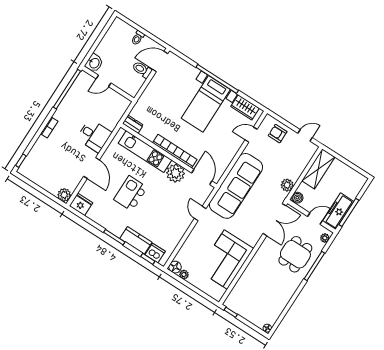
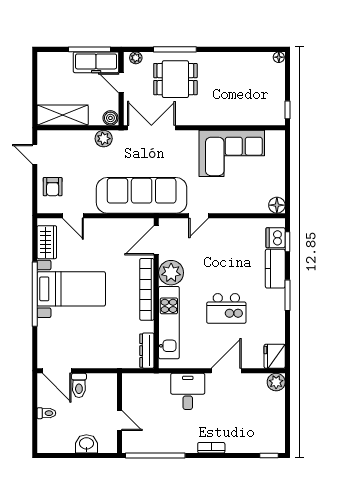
washbasin: (94, 63) -> (86, 444), moved
dresser: (133, 124) -> (147, 351), width x1.44
plant: (184, 275) -> (279, 190), removed

